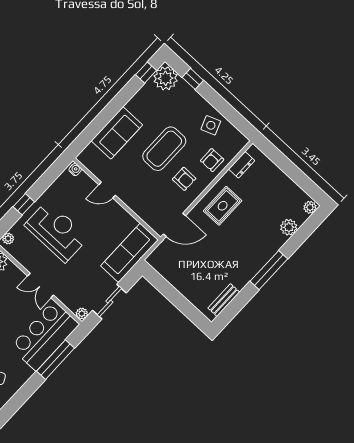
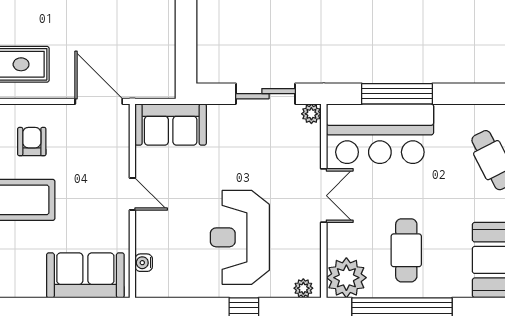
sofa: (117, 133) -> (85, 275), moved
water cooler: (75, 170) -> (144, 263), moved
door: (107, 190) -> (132, 194), moved
sofa: (129, 253) -> (171, 125), width x0.73

